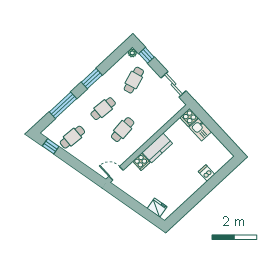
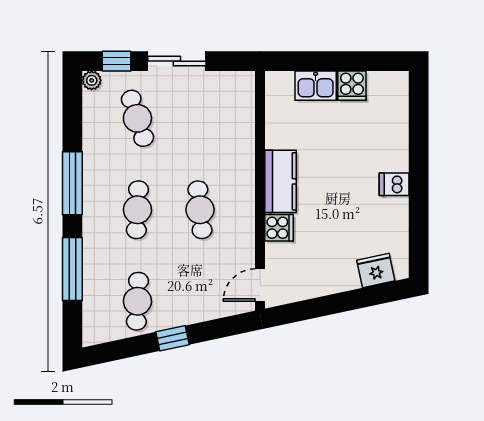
window: (92, 79) -> (72, 183), width x1.44
sliding door: (174, 84) -> (177, 61), moved
cooker: (189, 117) -> (352, 86), moved
window: (51, 146) -> (173, 338), moved
dishwasher: (207, 173) -> (394, 184), moved

